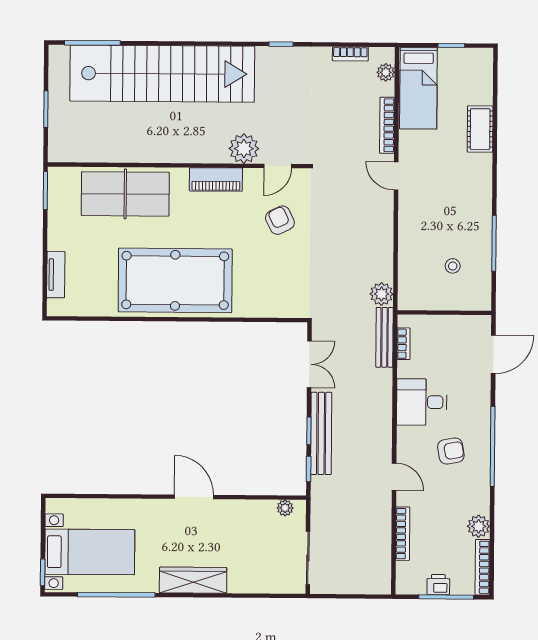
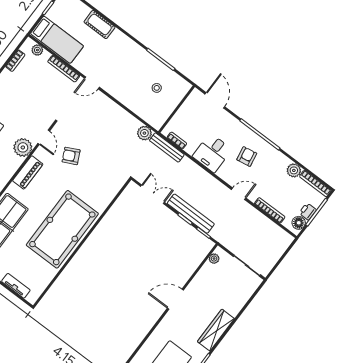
floor lamp: (415, 584) -> (299, 223), added

